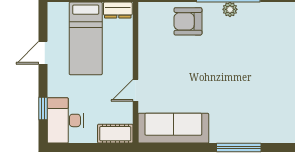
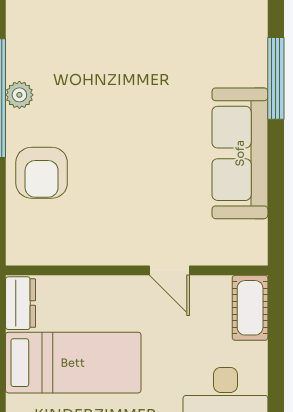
sofa: (173, 128) -> (240, 153), moved

